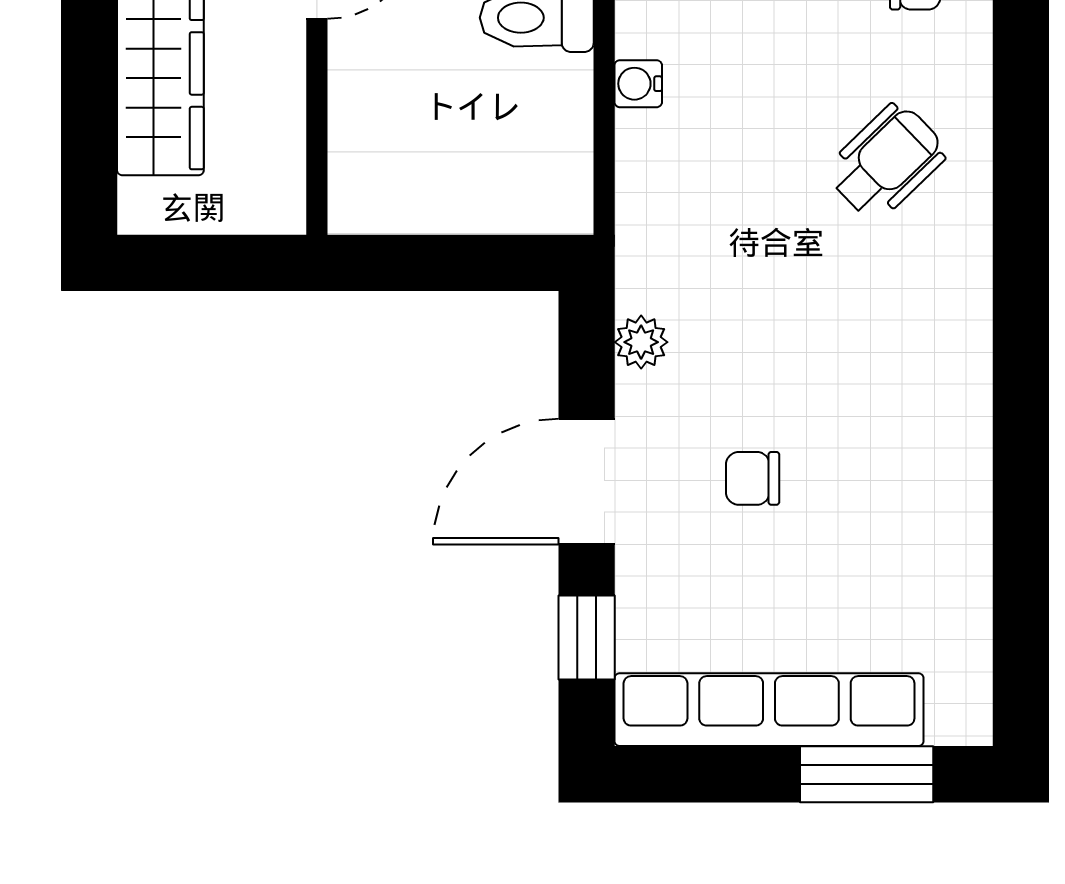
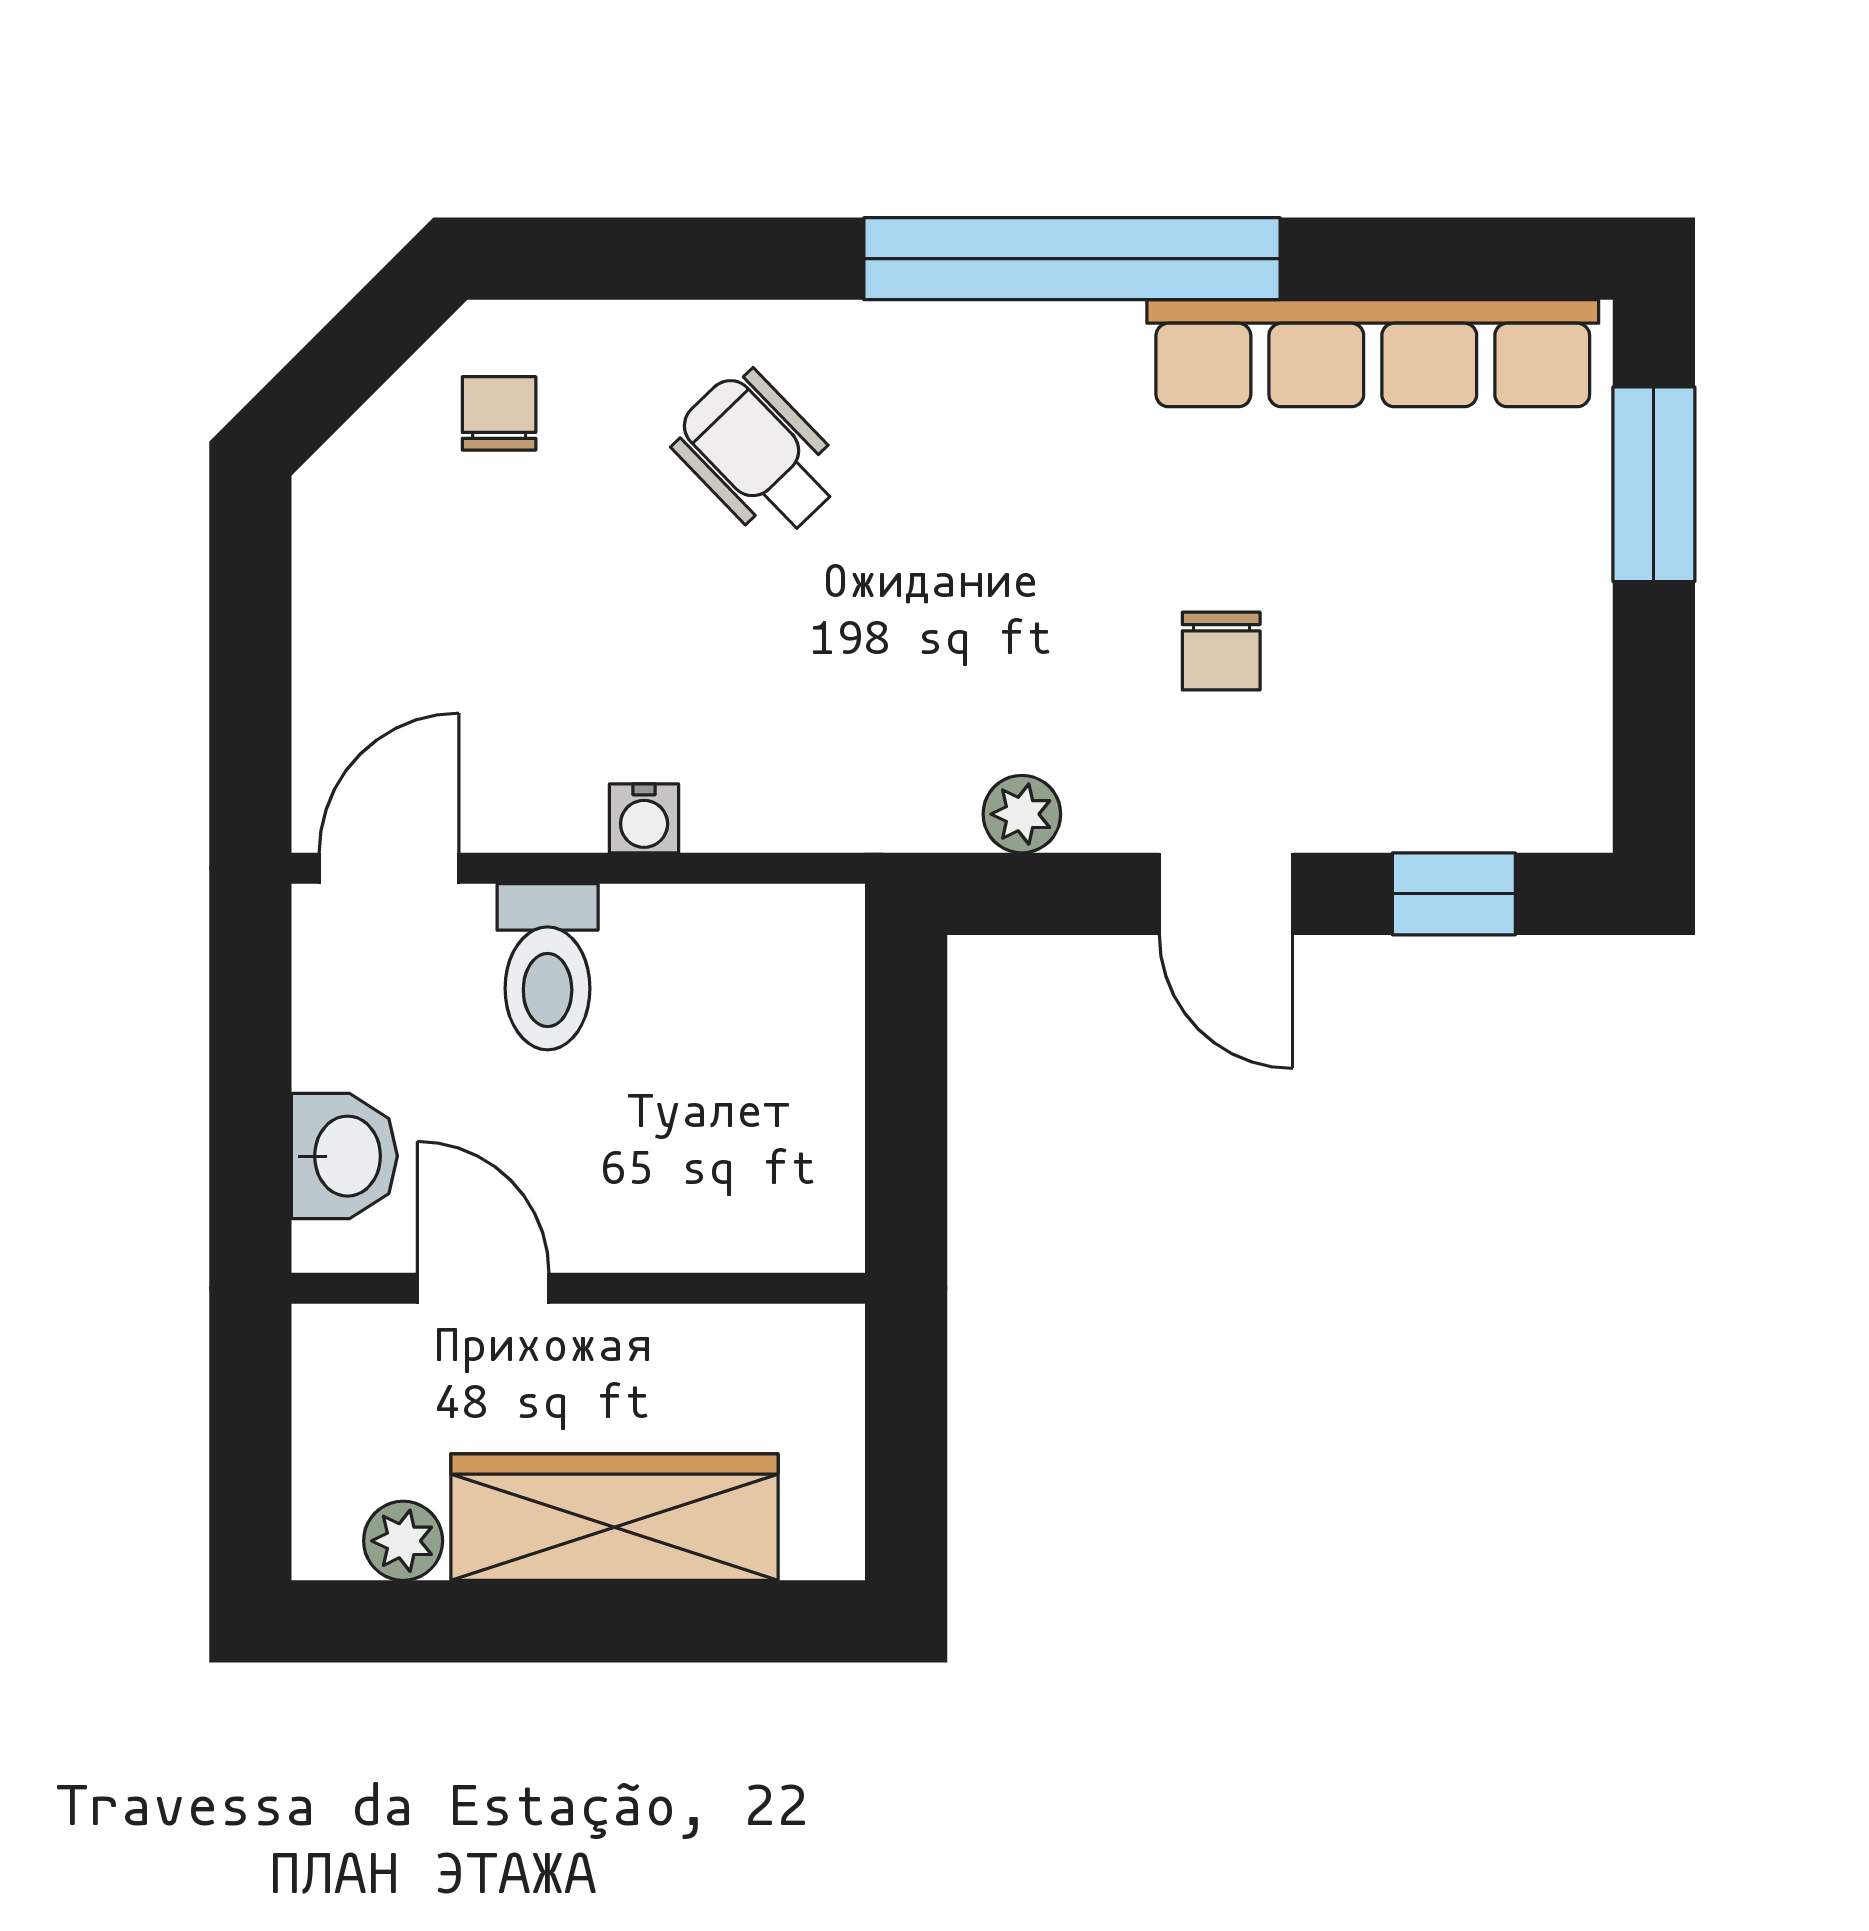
window: (1021, 376) -> (1072, 259), added
door: (587, 482) -> (1226, 894), width x0.73
row of seats: (769, 710) -> (1373, 353), moved, turned -90

